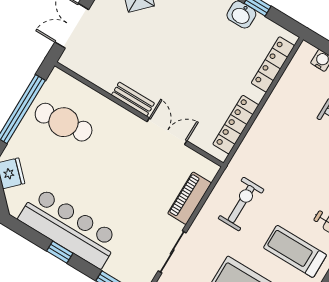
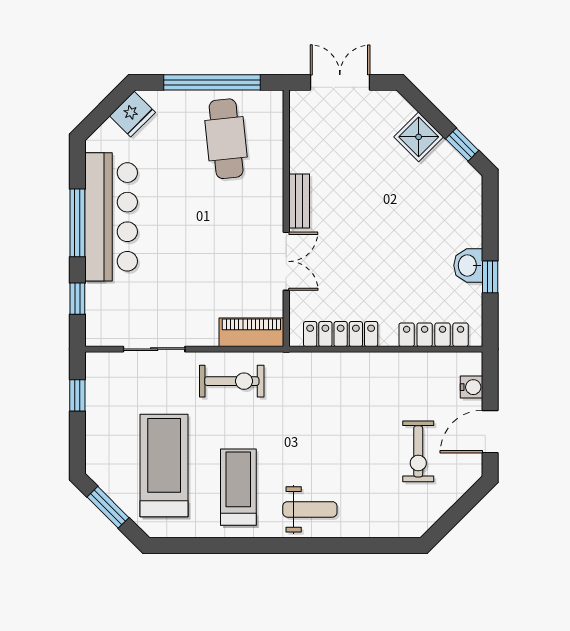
piano: (190, 198) -> (251, 332), moved
exercise bike: (241, 204) -> (232, 381), moved
window: (60, 252) -> (77, 223), width x2.17

